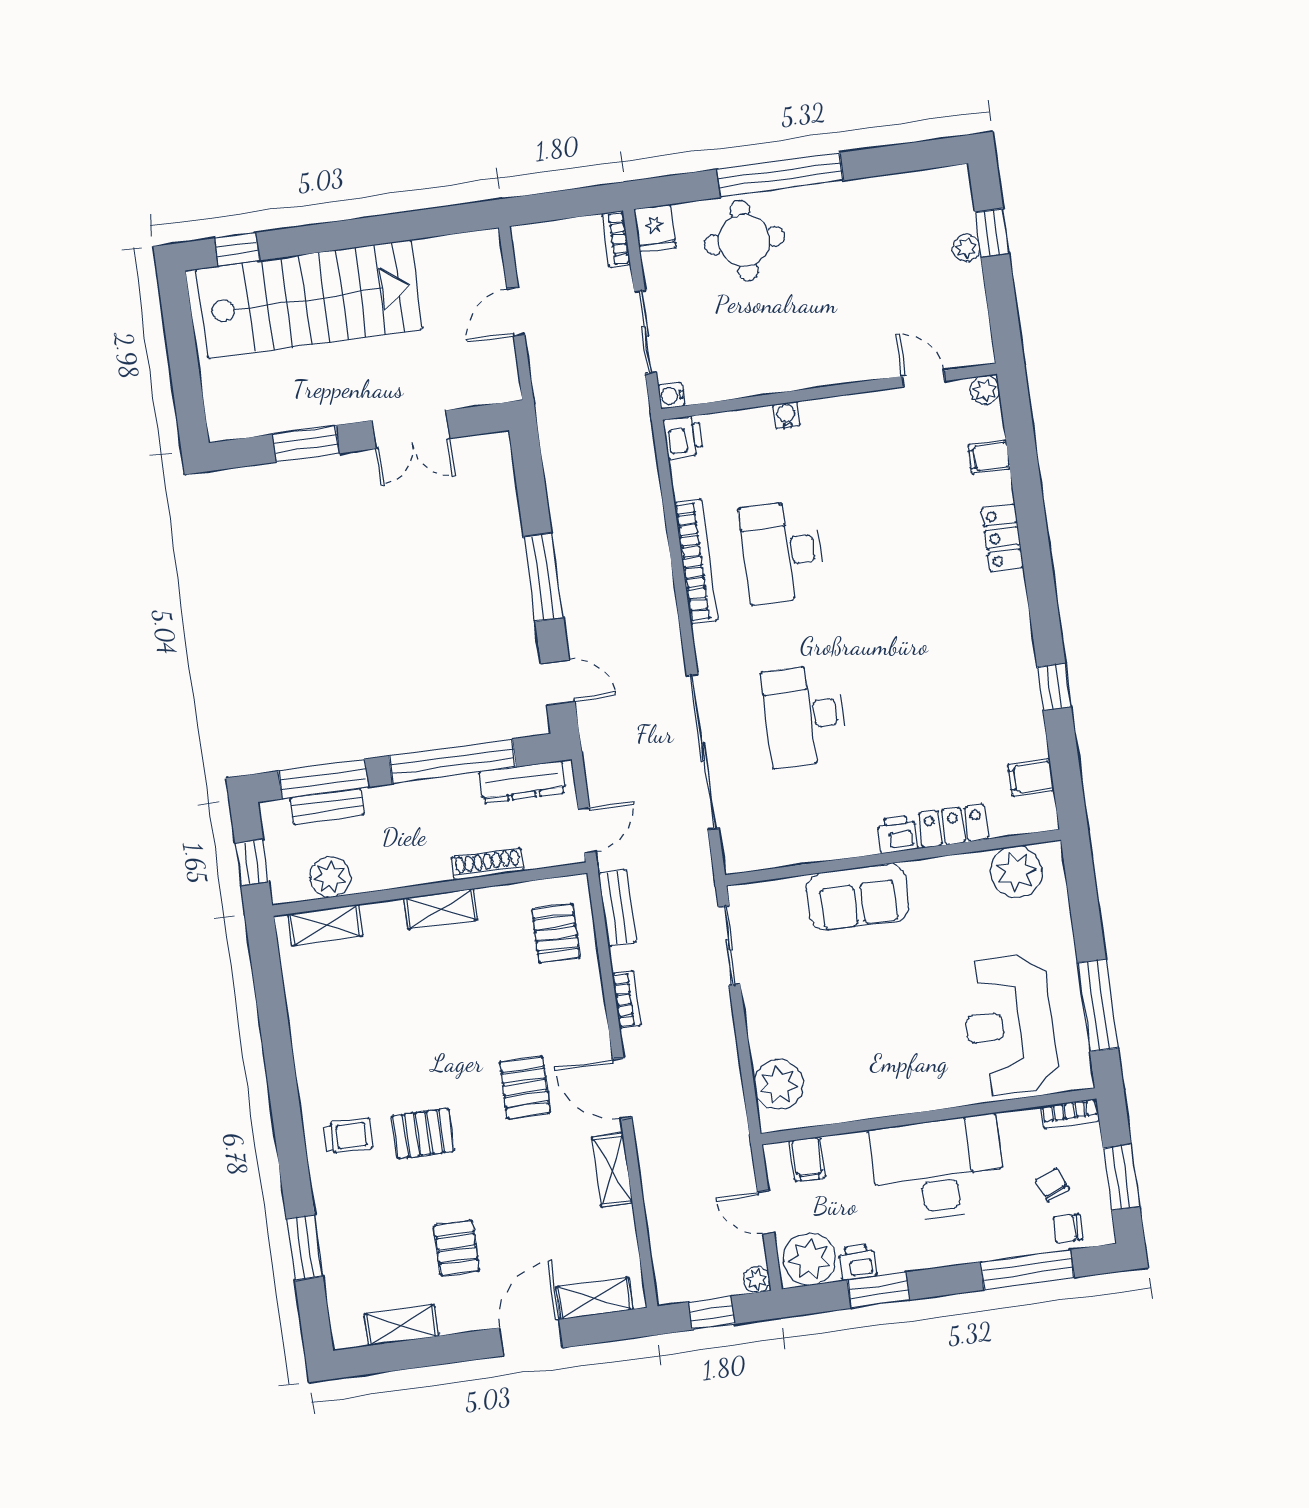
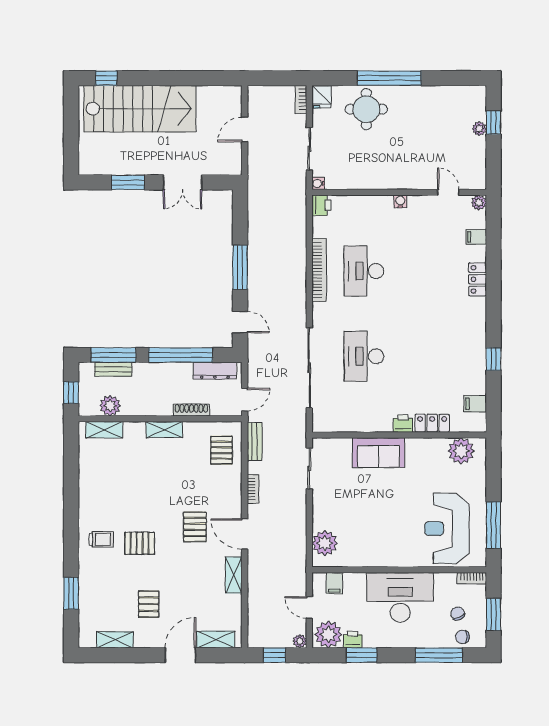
water cooler: (786, 415) -> (400, 201), moved

